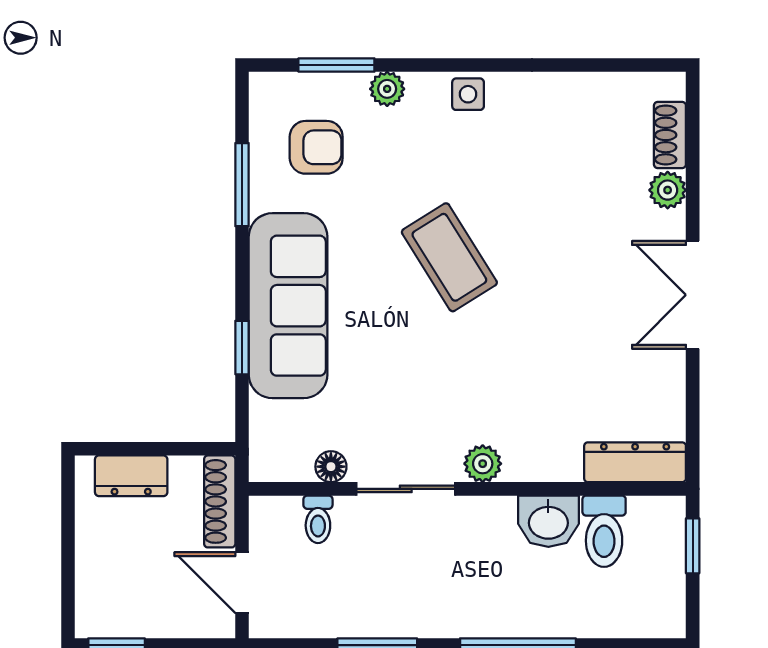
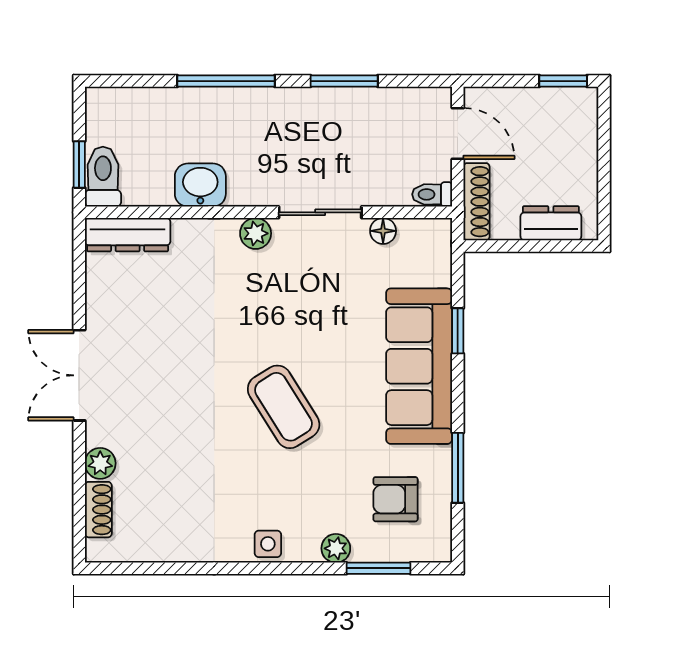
double door: (693, 295) -> (79, 375), swing flipped
toilet: (318, 519) -> (432, 194), moved, turned -90
toilet: (604, 531) -> (103, 177), moved

